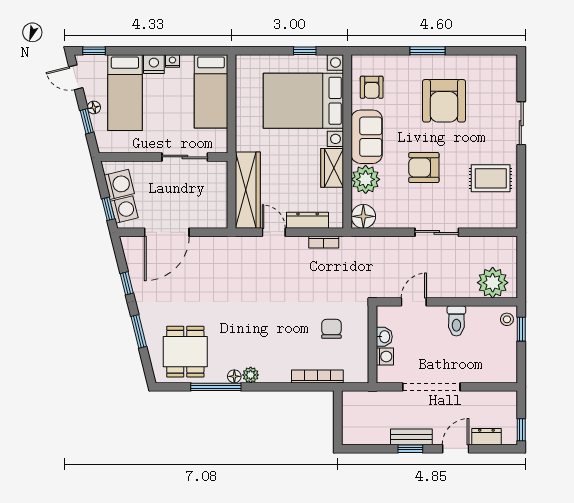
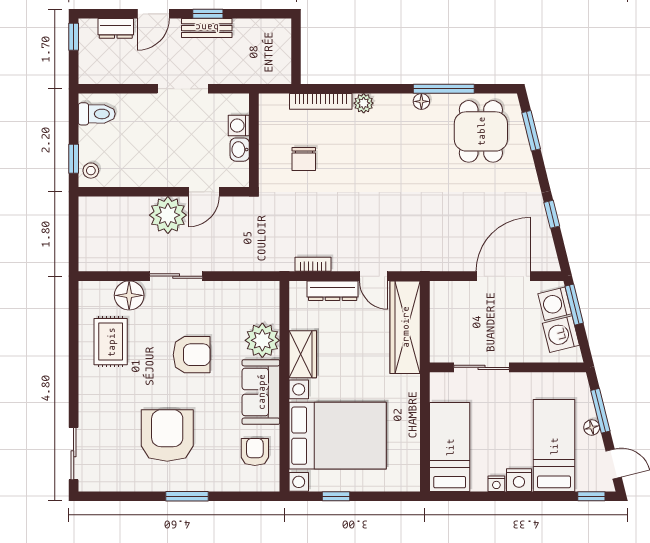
window: (87, 121) -> (600, 411), width x1.50
sliding door: (521, 123) -> (74, 454), moved
rug: (491, 178) -> (111, 342), turned 90
window: (108, 209) -> (574, 305), width x1.50
floor lamp: (363, 216) -> (129, 295), moved
plant: (493, 283) -> (168, 215), moved
toilet: (456, 321) -> (97, 114), moved, turned 90
window: (139, 331) -> (531, 131), moved
plant: (251, 375) -> (364, 103), moved
doorway: (431, 387) -> (183, 89), width x0.73

